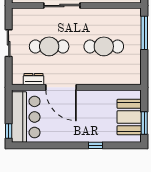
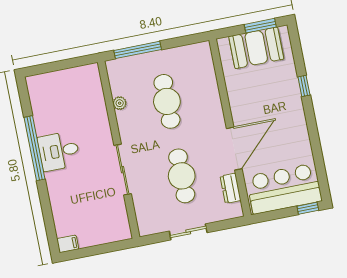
plant: (109, 13) -> (120, 103), added

